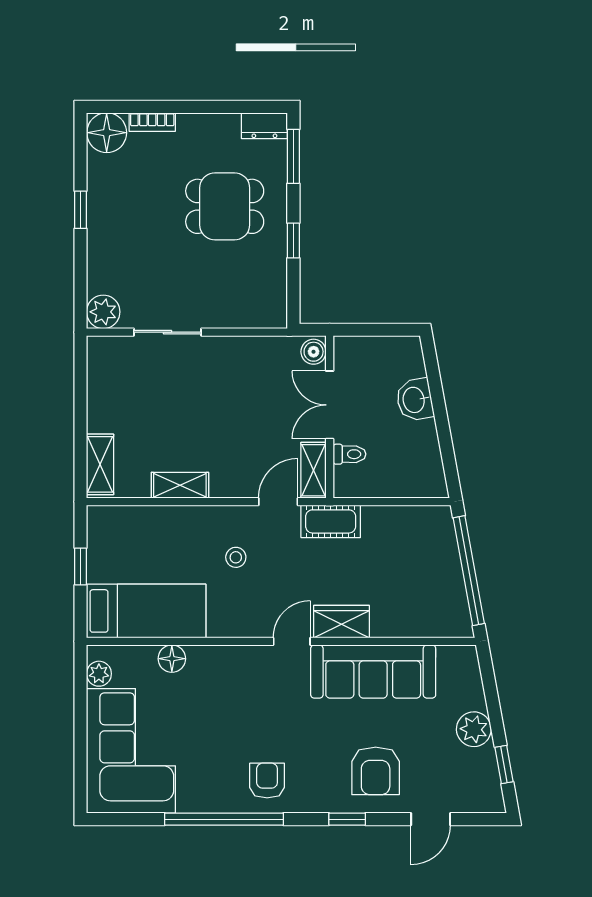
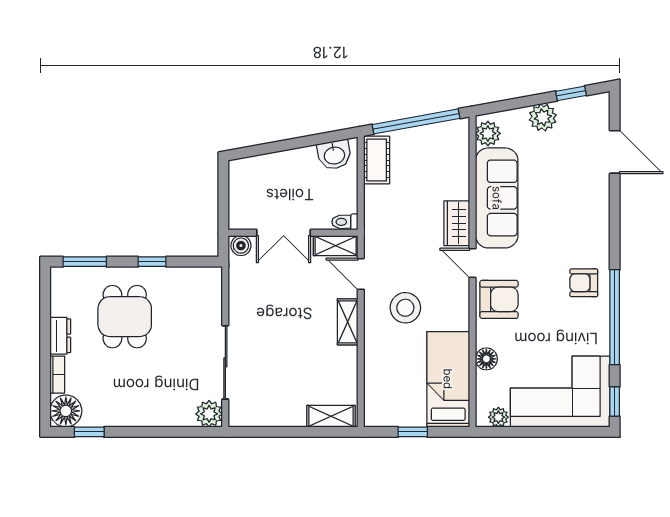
dresser: (264, 126) -> (60, 336), moved
window: (80, 210) -> (89, 432), moved
sliding door: (167, 332) -> (225, 362), width x1.37
washbasin: (415, 400) -> (334, 155), moved
toilet: (350, 454) -> (345, 222), moved, turned -90
shelving: (180, 485) -> (348, 322), moved
cot: (331, 521) -> (377, 160), moved
stool: (236, 557) -> (405, 308), width x1.89, depth x1.89
plant: (454, 661) -> (488, 133), added
armchair: (376, 771) -> (499, 299), moved
window: (347, 819) -> (615, 402), moved
door: (431, 819) -> (615, 152), width x1.38

